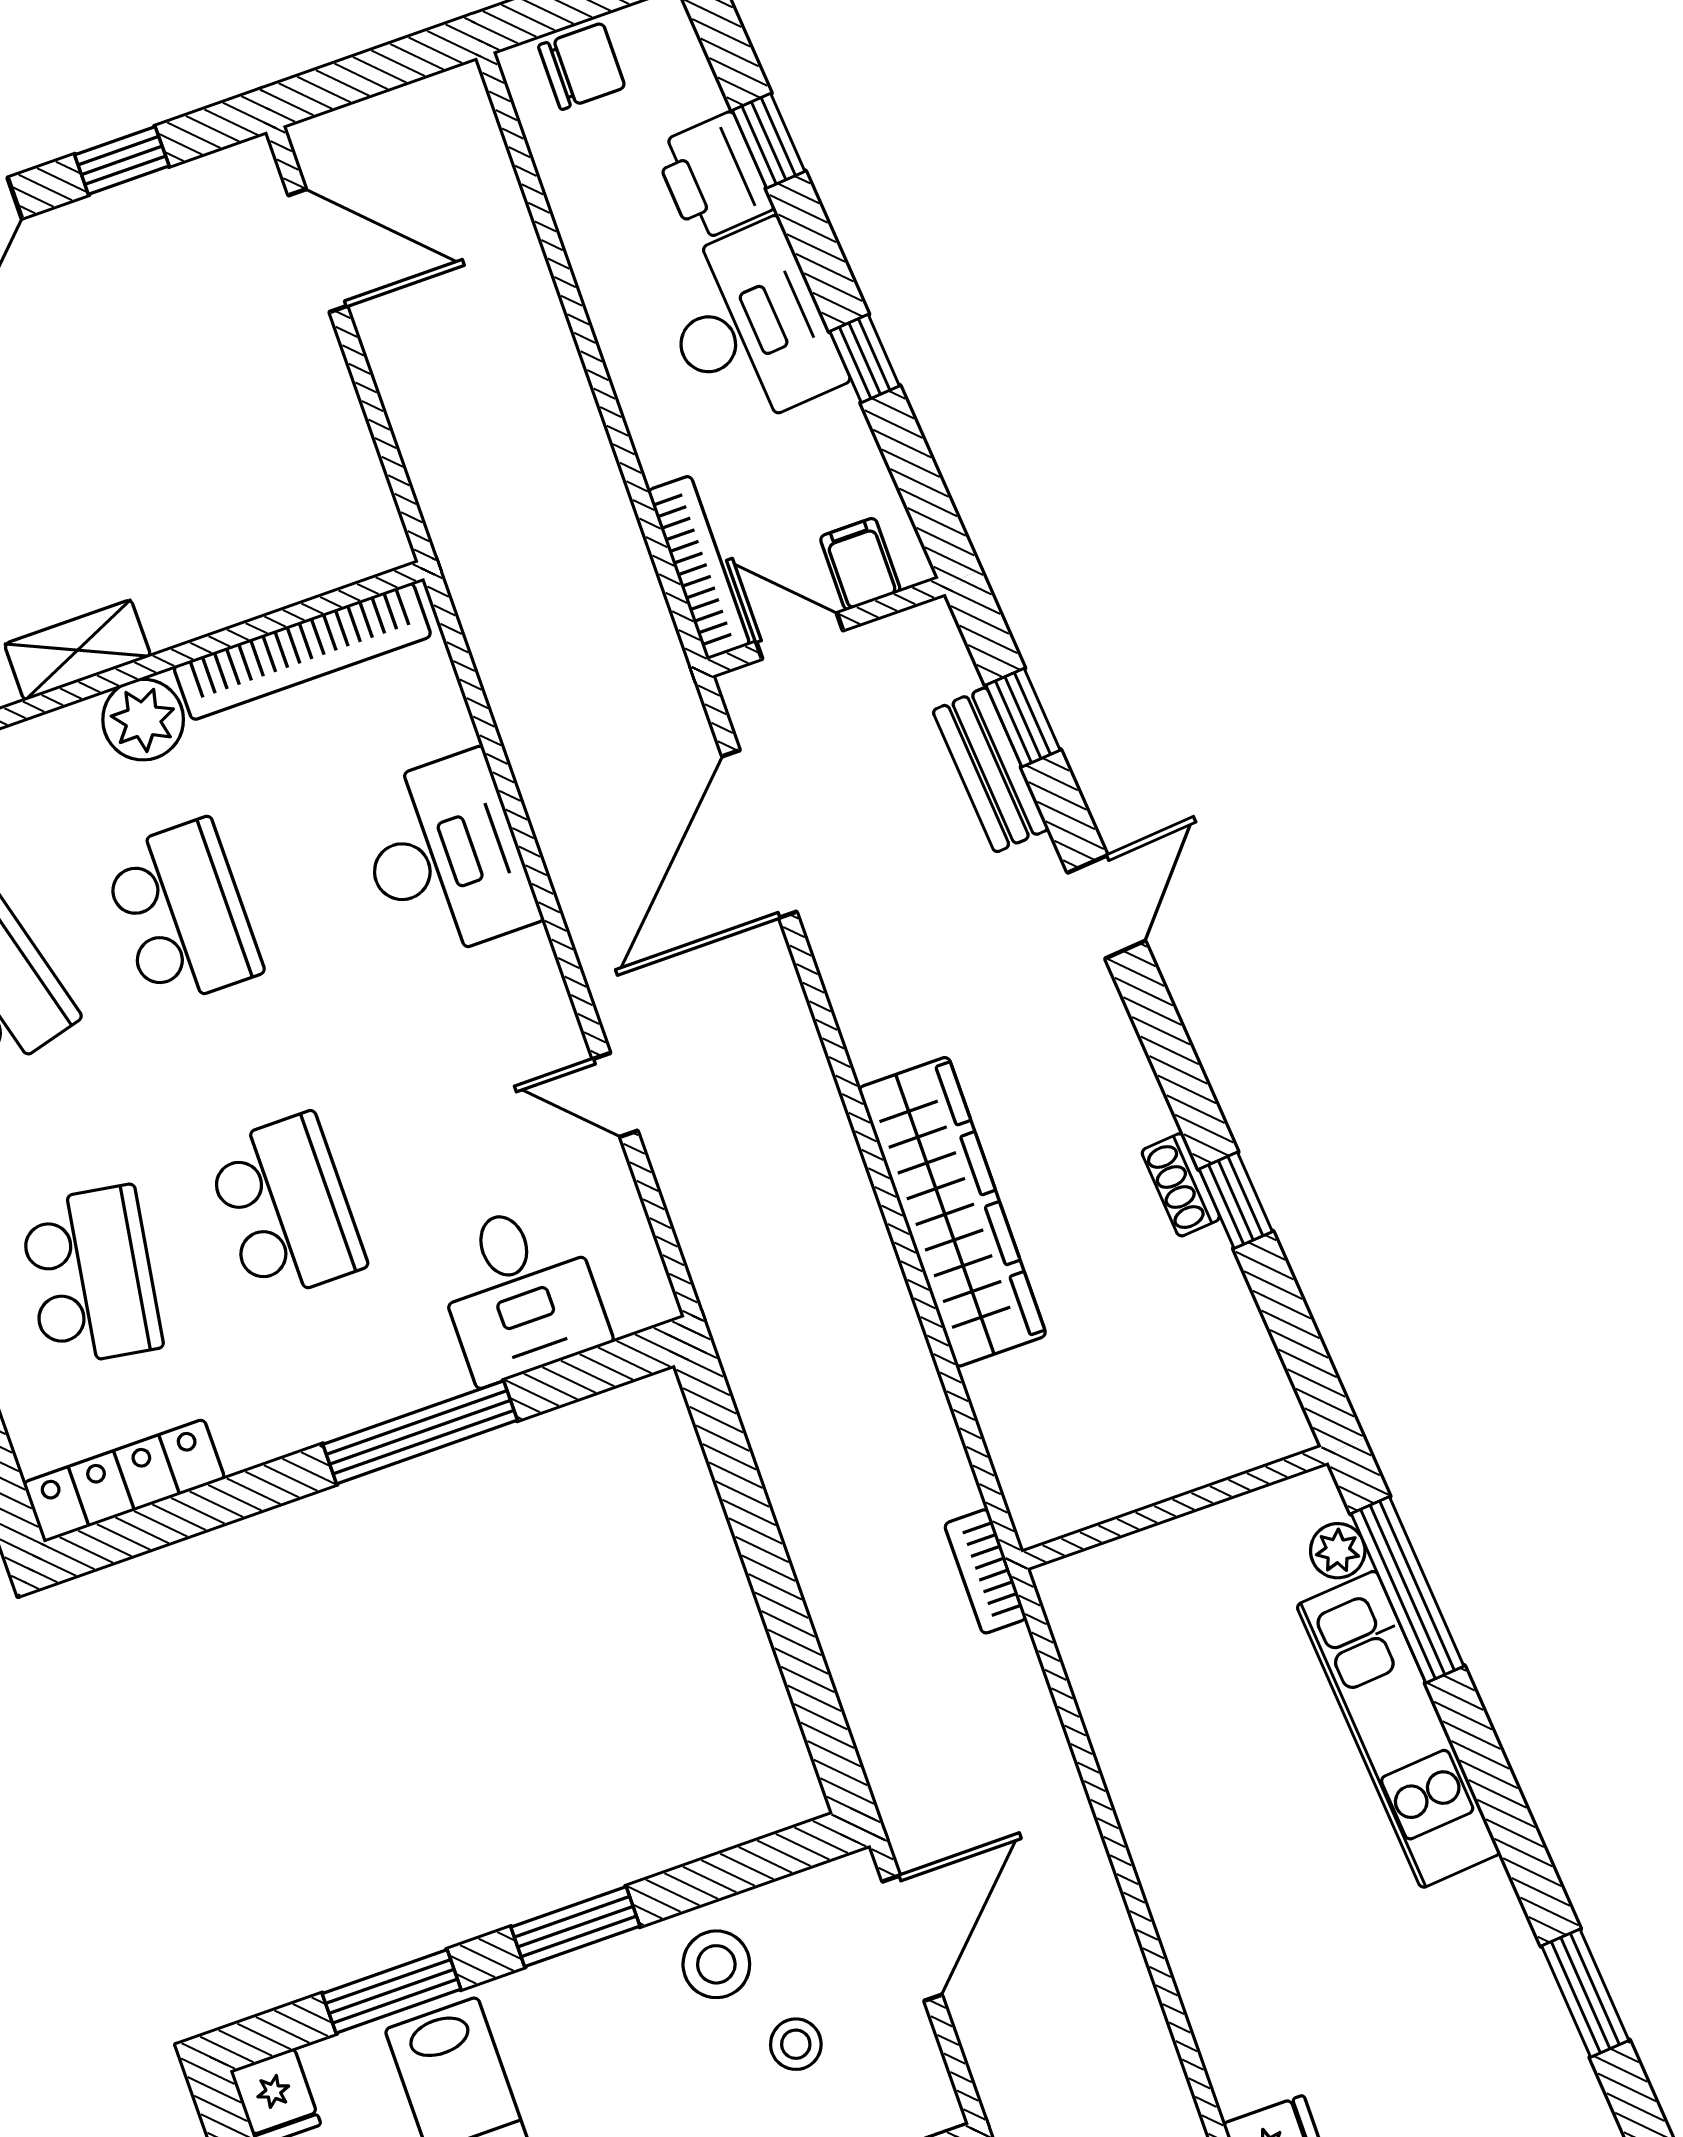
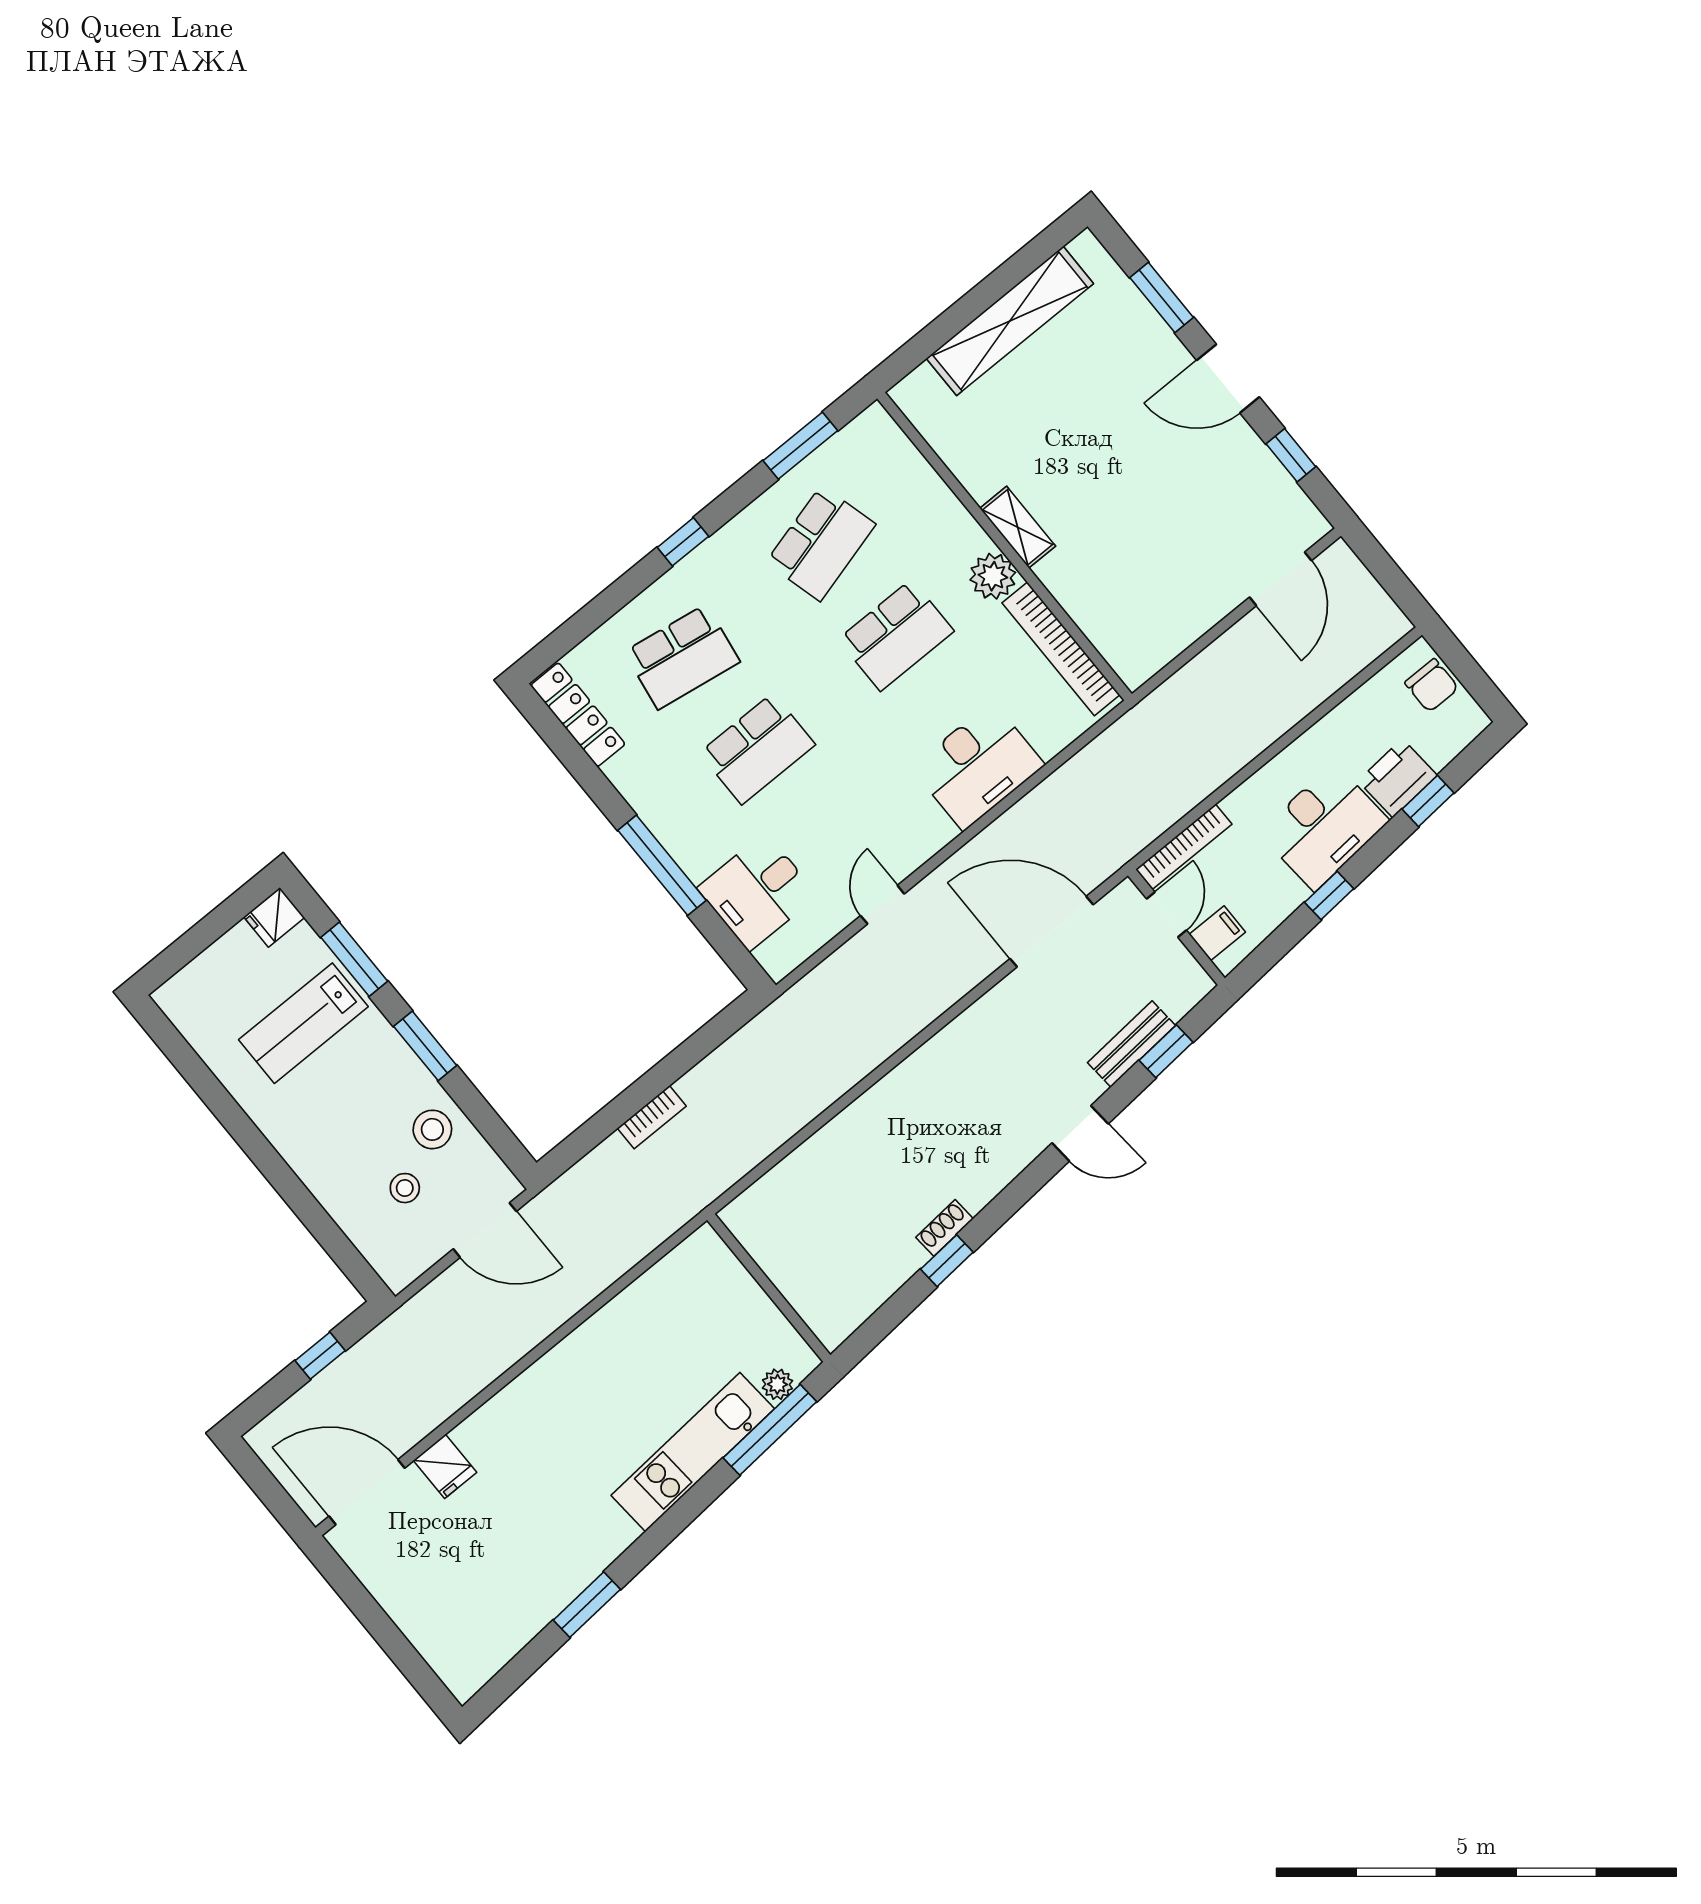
wardrobe: (952, 1212) -> (885, 1110), removed
bookcase: (985, 1571) -> (652, 1117), moved, turned 180

